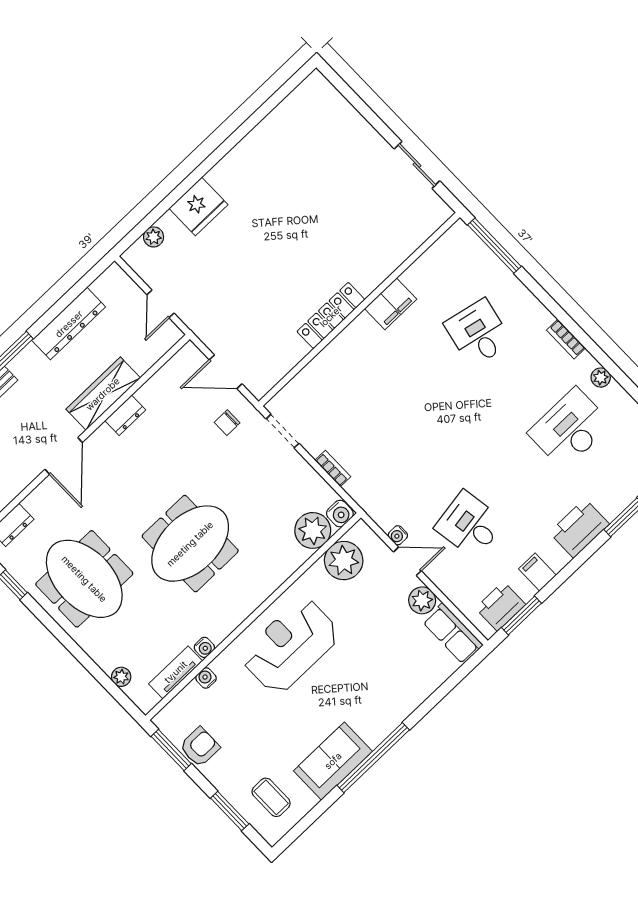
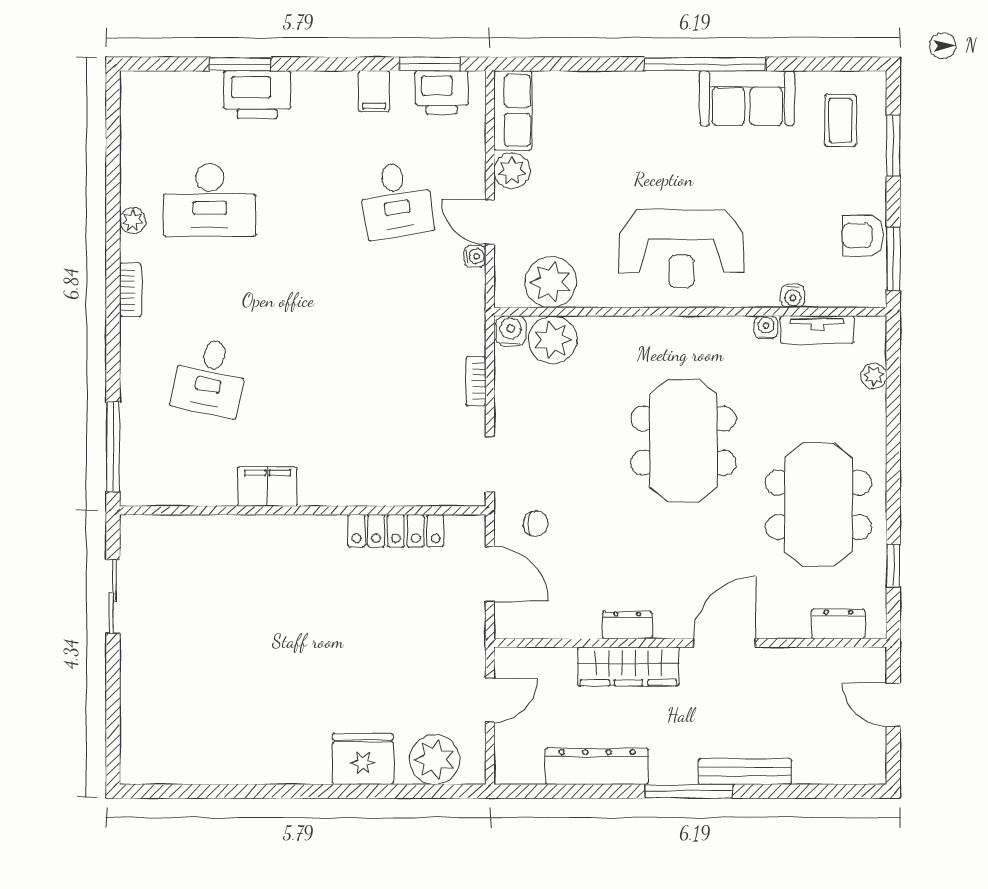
plant: (154, 237) -> (435, 759), width x1.88, depth x1.88
locker: (331, 316) -> (396, 531), moved
printer: (579, 528) -> (257, 95), moved
meeting table: (190, 544) -> (683, 441), turned 90

